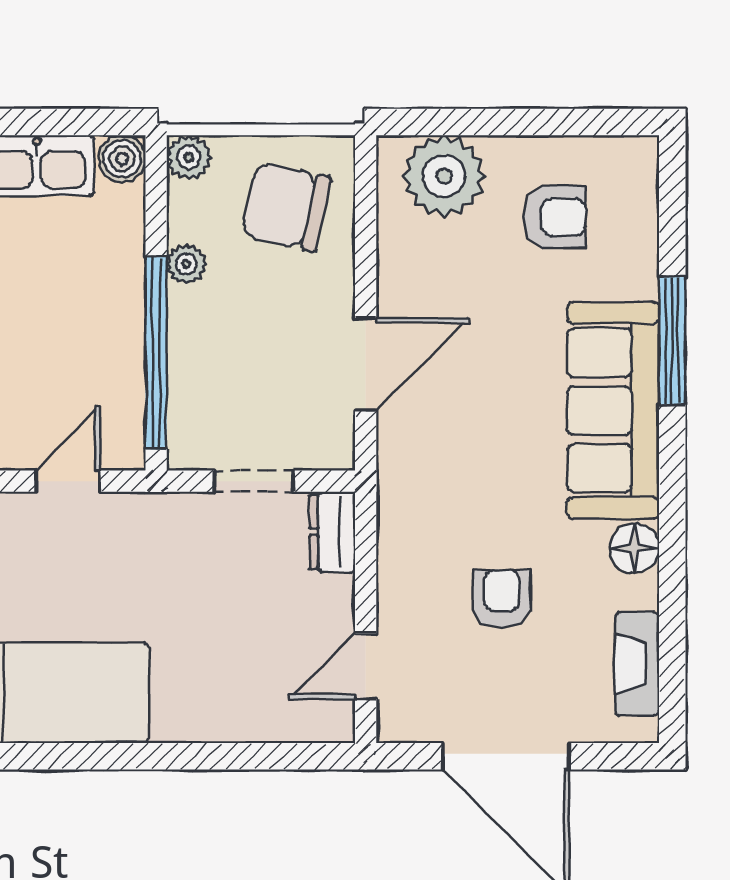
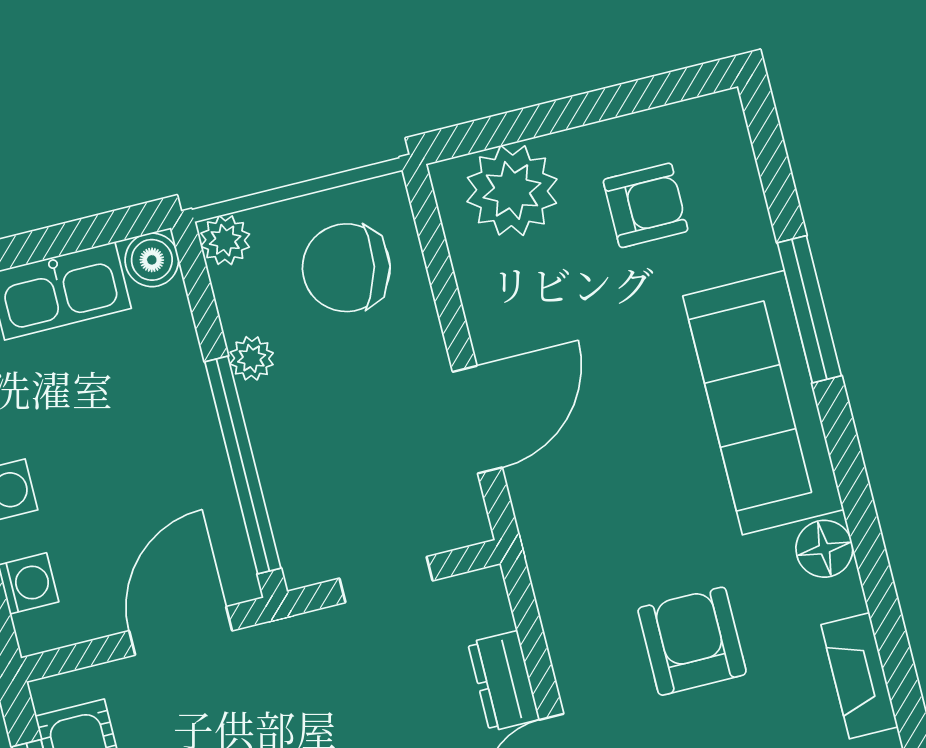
door: (68, 481) -> (181, 631), width x1.38
dresser: (333, 532) -> (504, 681), moved
armchair: (502, 599) -> (692, 641), width x1.38, depth x1.38

